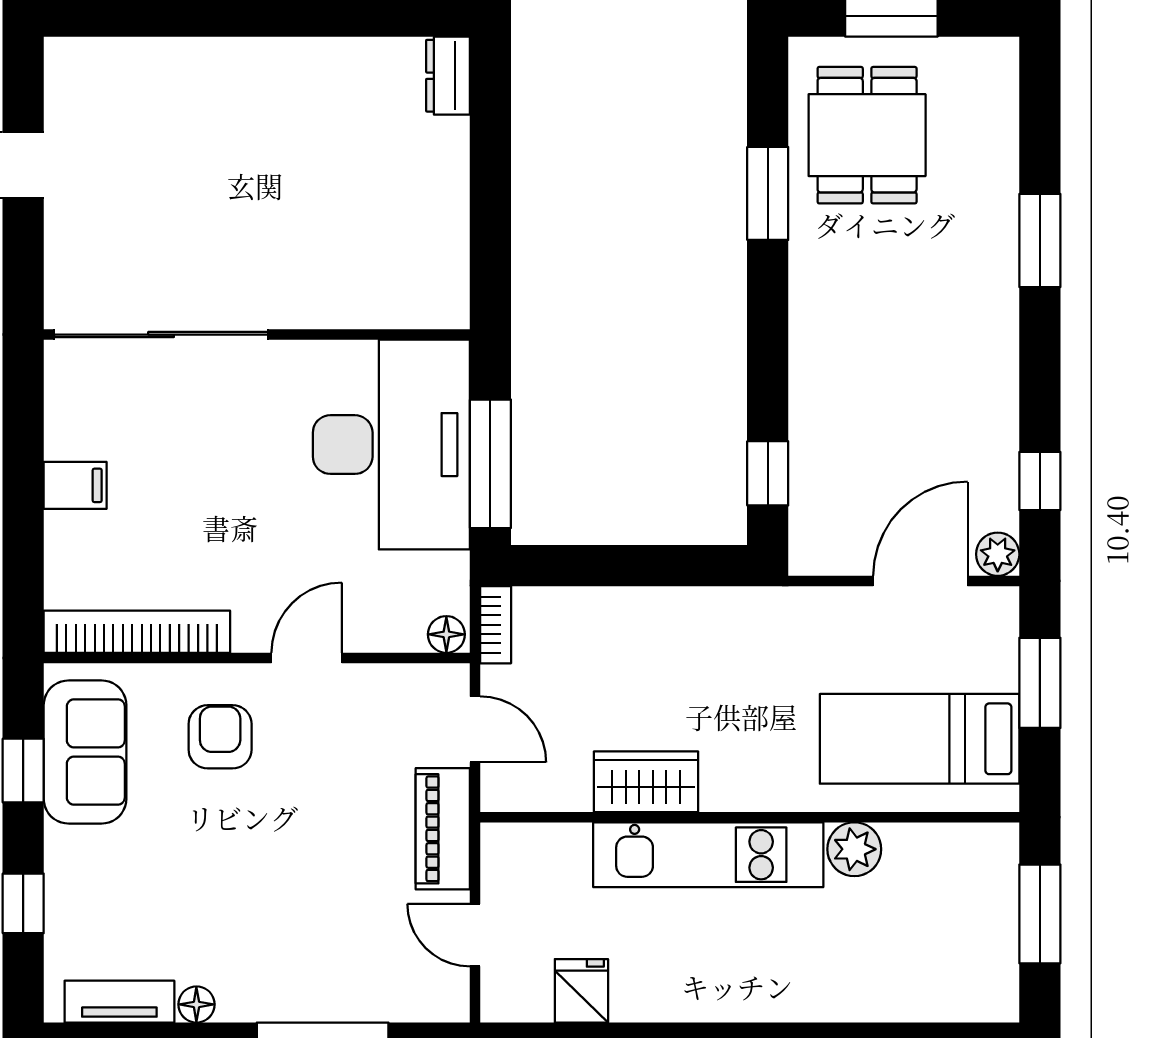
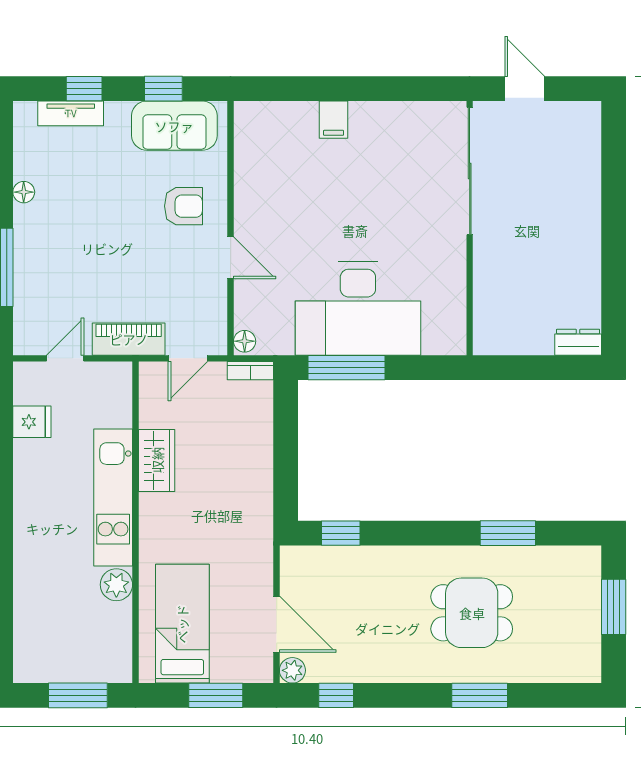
dining table: (867, 135) -> (472, 613), moved
sliding door: (161, 335) -> (470, 171), moved
wall: (257, 335) -> (470, 228), moved
bookcase: (137, 632) -> (246, 157), removed
tv unit: (119, 1002) -> (71, 113), moved, turned 90

